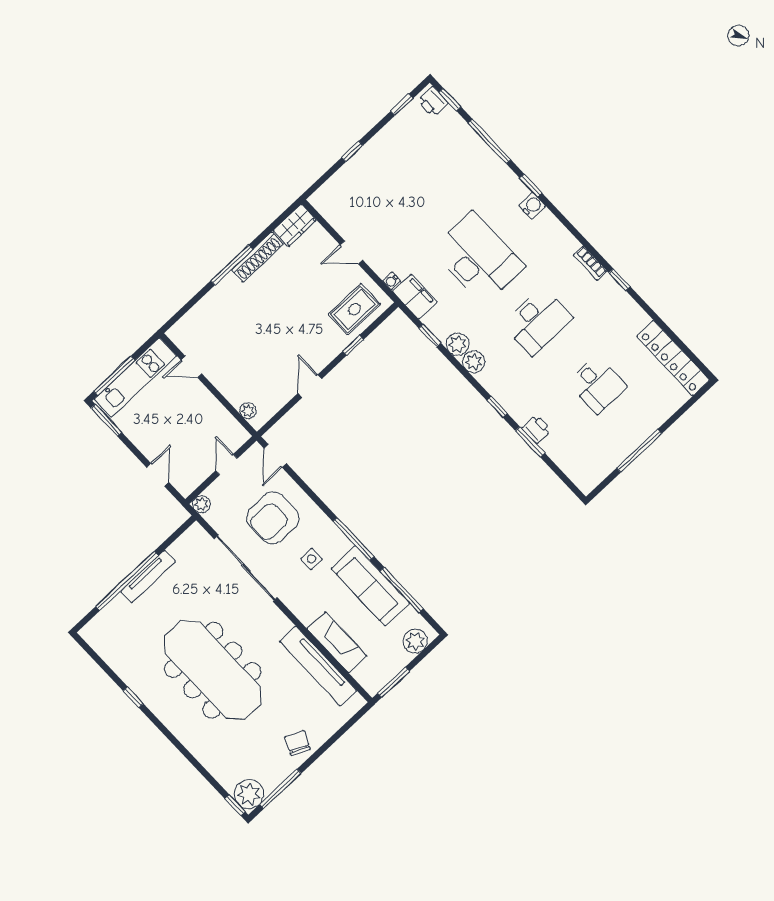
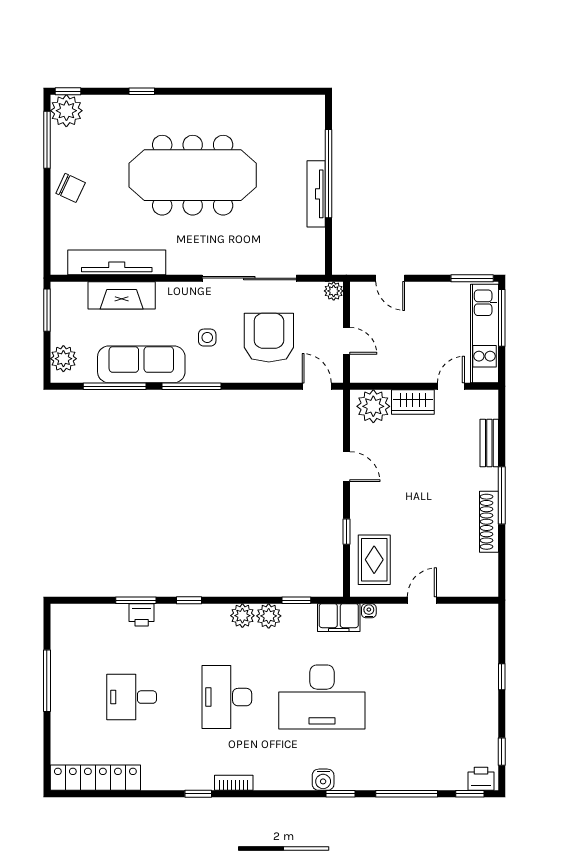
wardrobe: (295, 225) -> (413, 402), moved, turned -90
bench: (205, 306) -> (489, 443), added
plant: (248, 411) -> (373, 406), width x1.88, depth x1.88
window: (133, 697) -> (142, 91), moved

